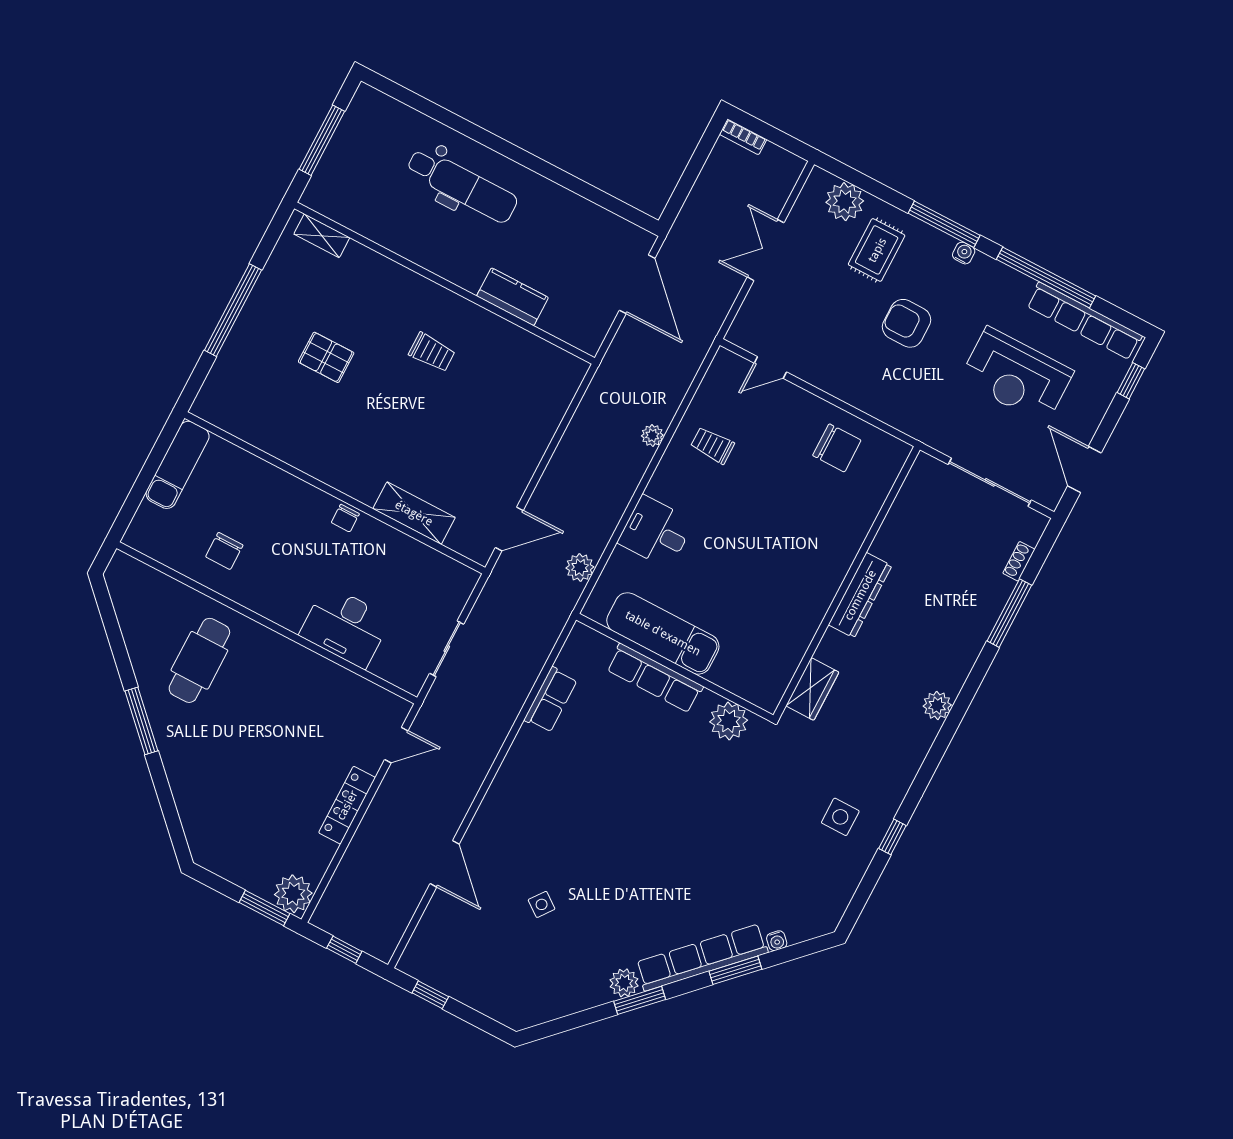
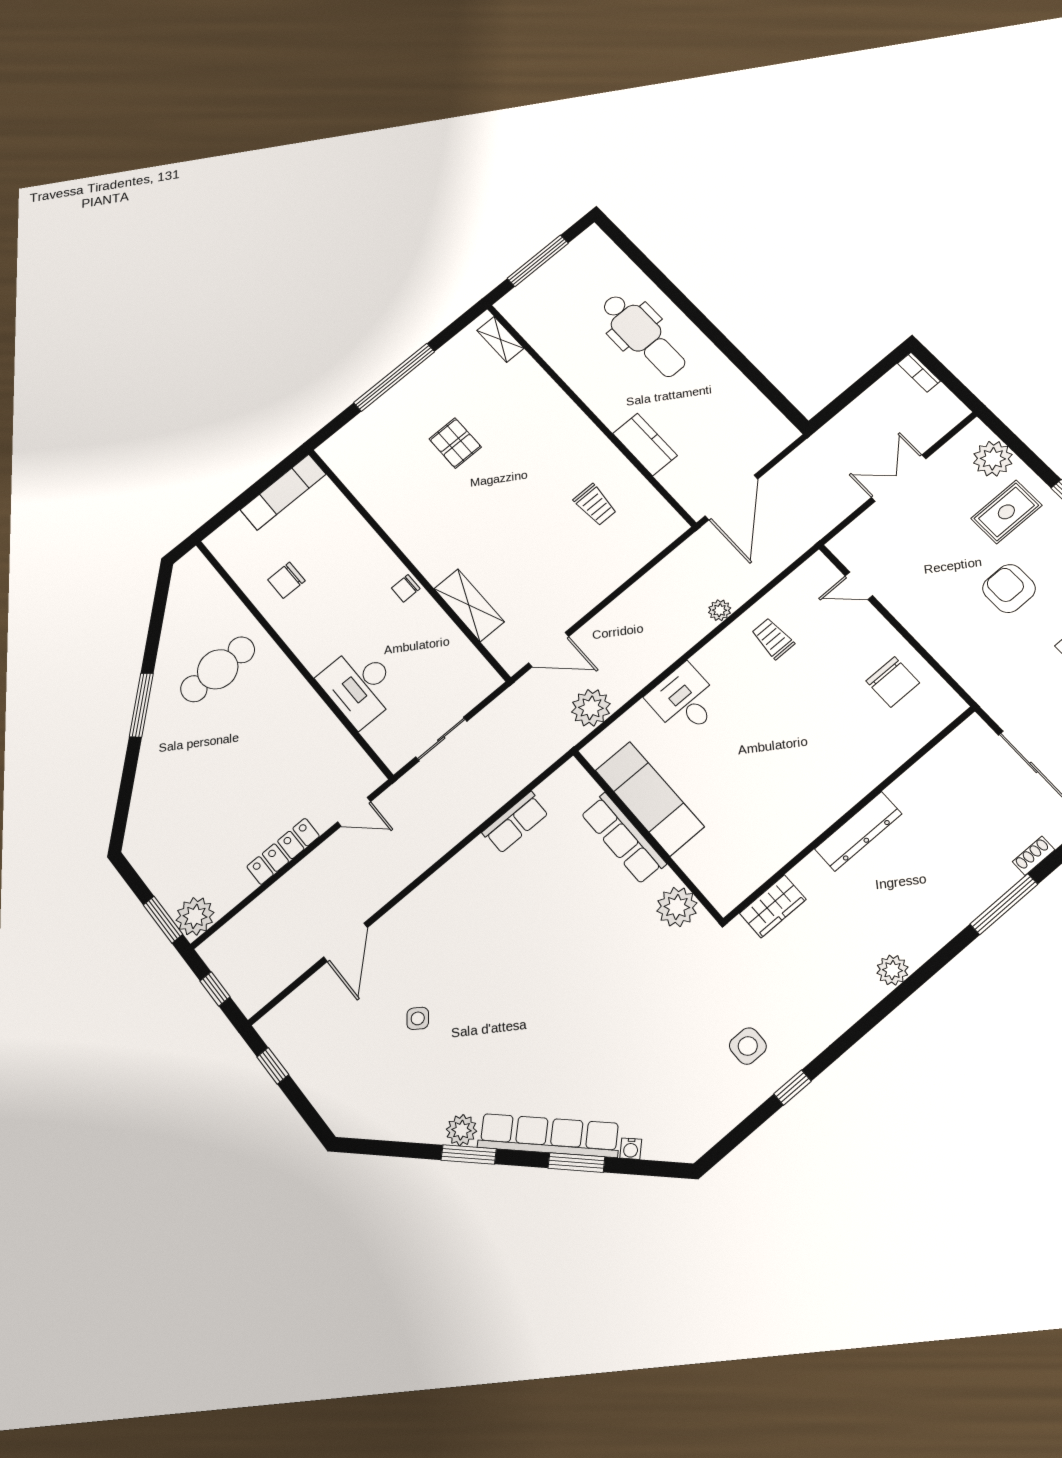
door: (637, 284) -> (731, 497), moved
trolley: (432, 352) -> (595, 505), moved
plant: (580, 567) -> (591, 708), width x1.36, depth x1.36

